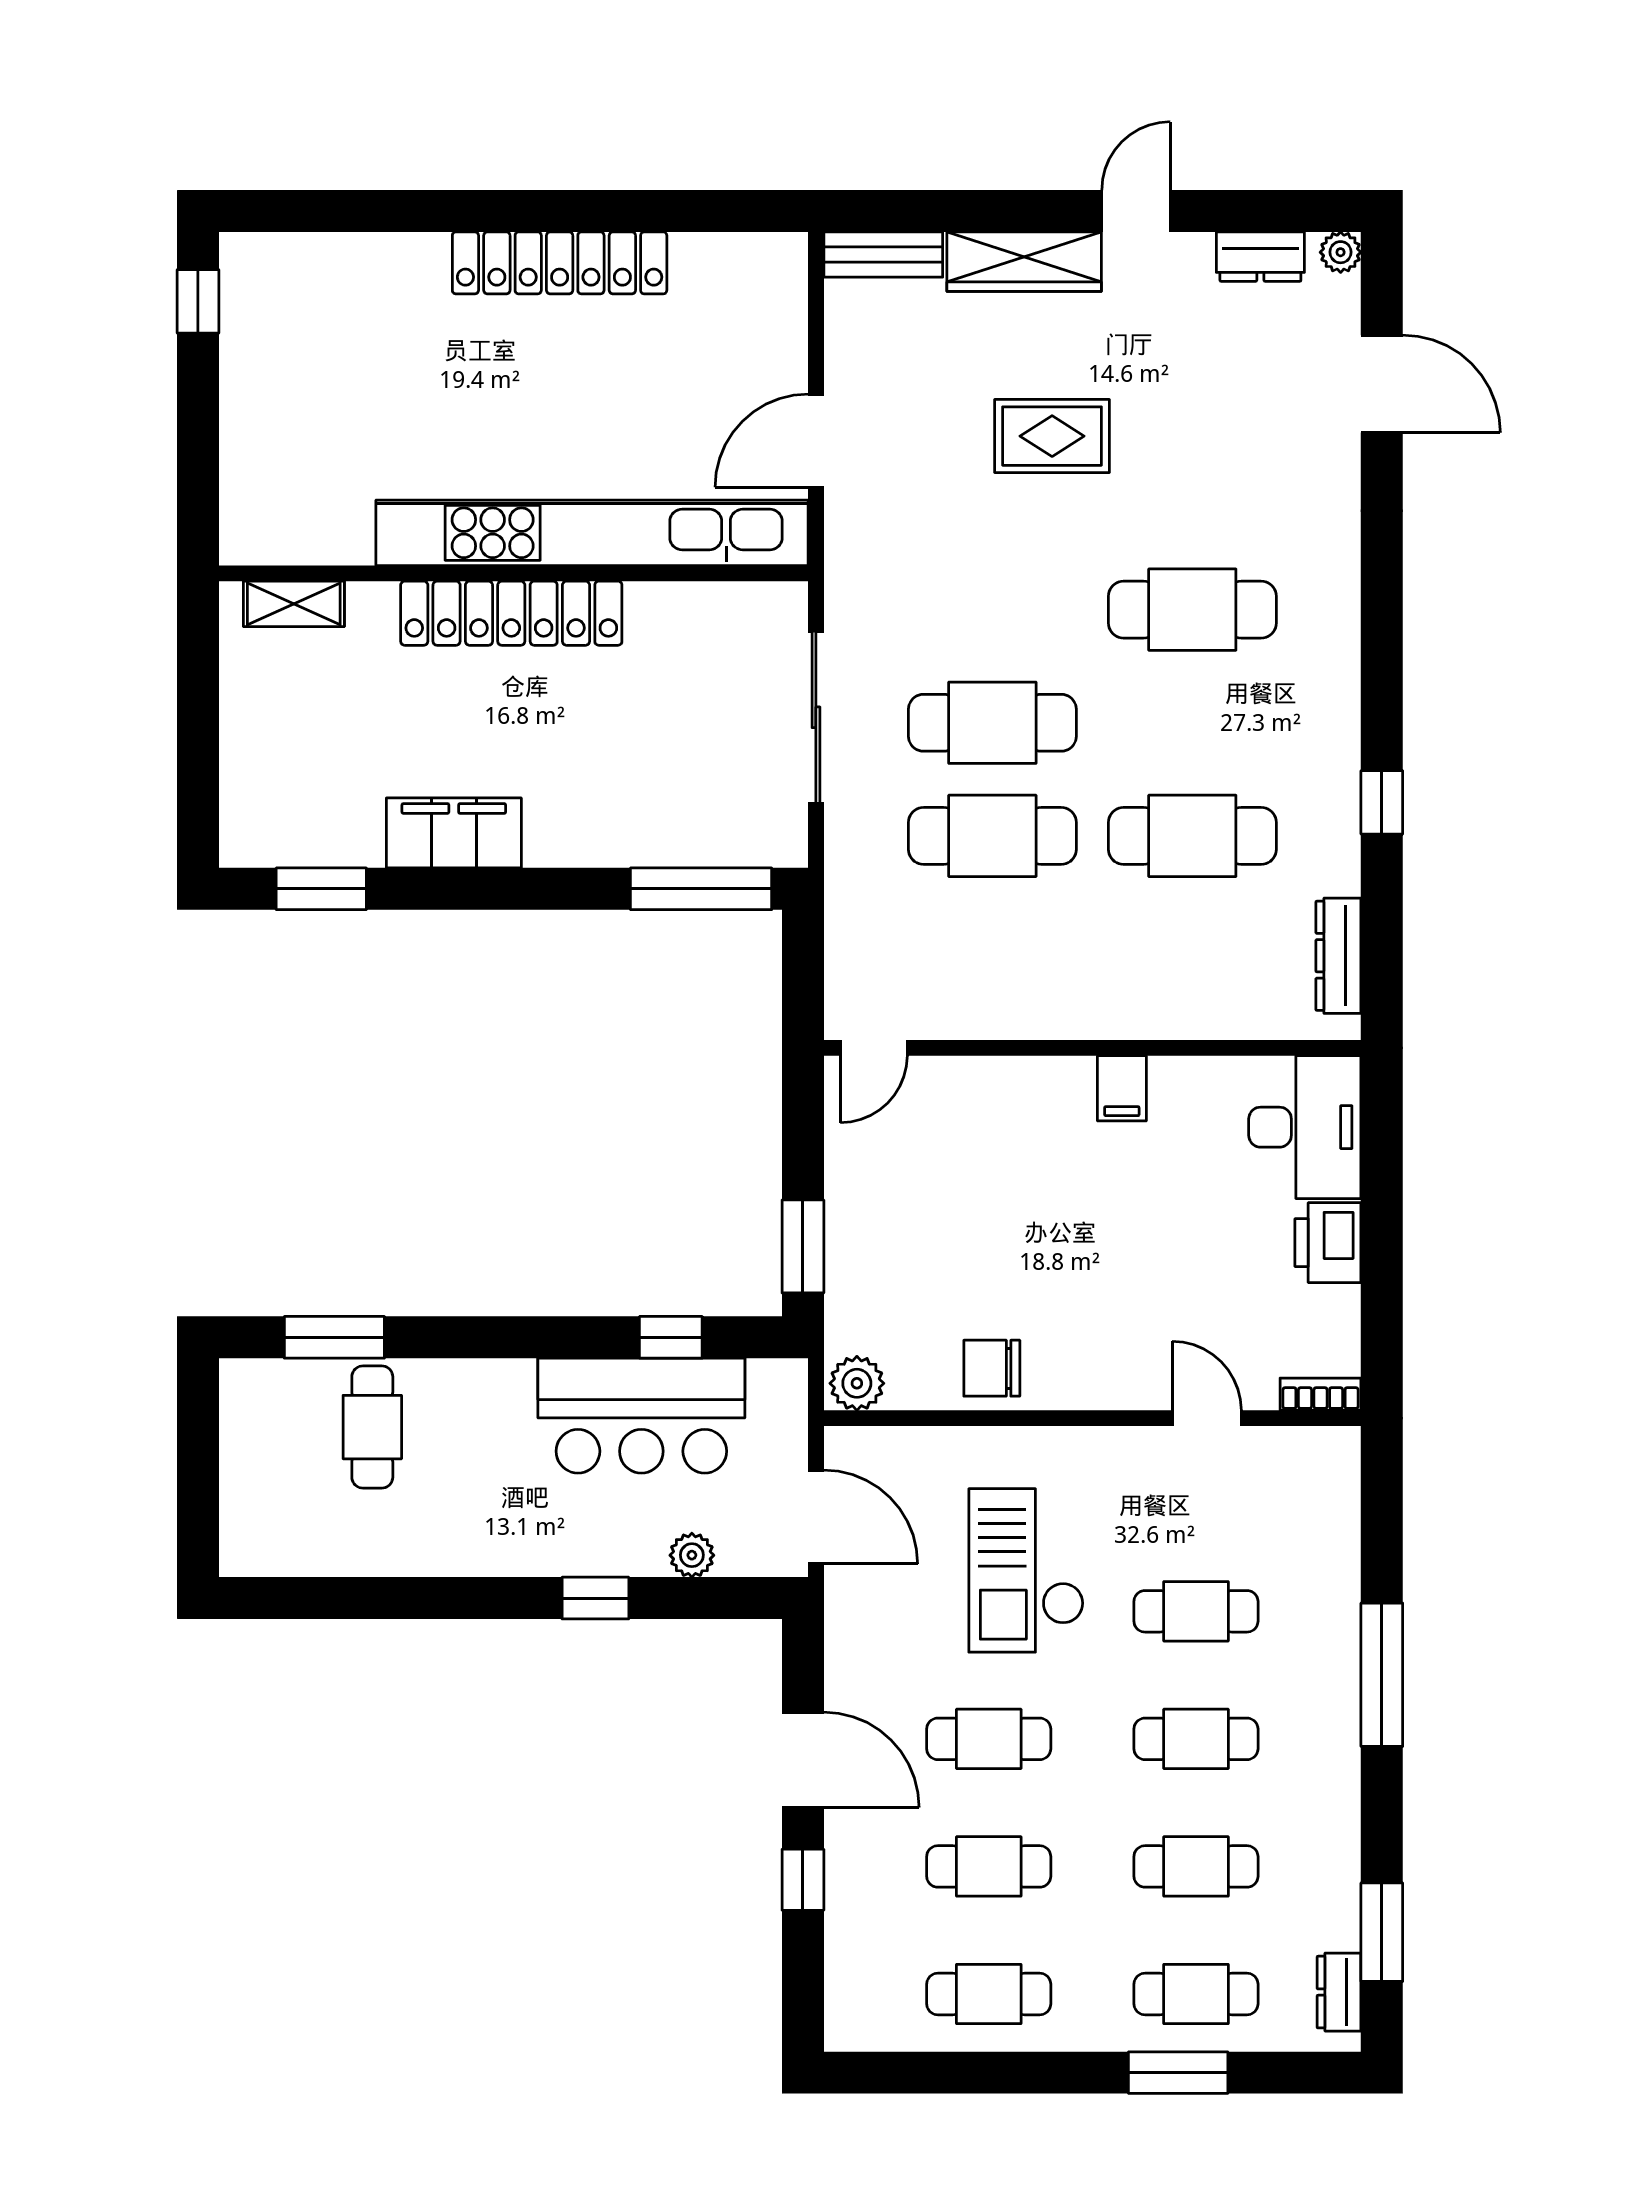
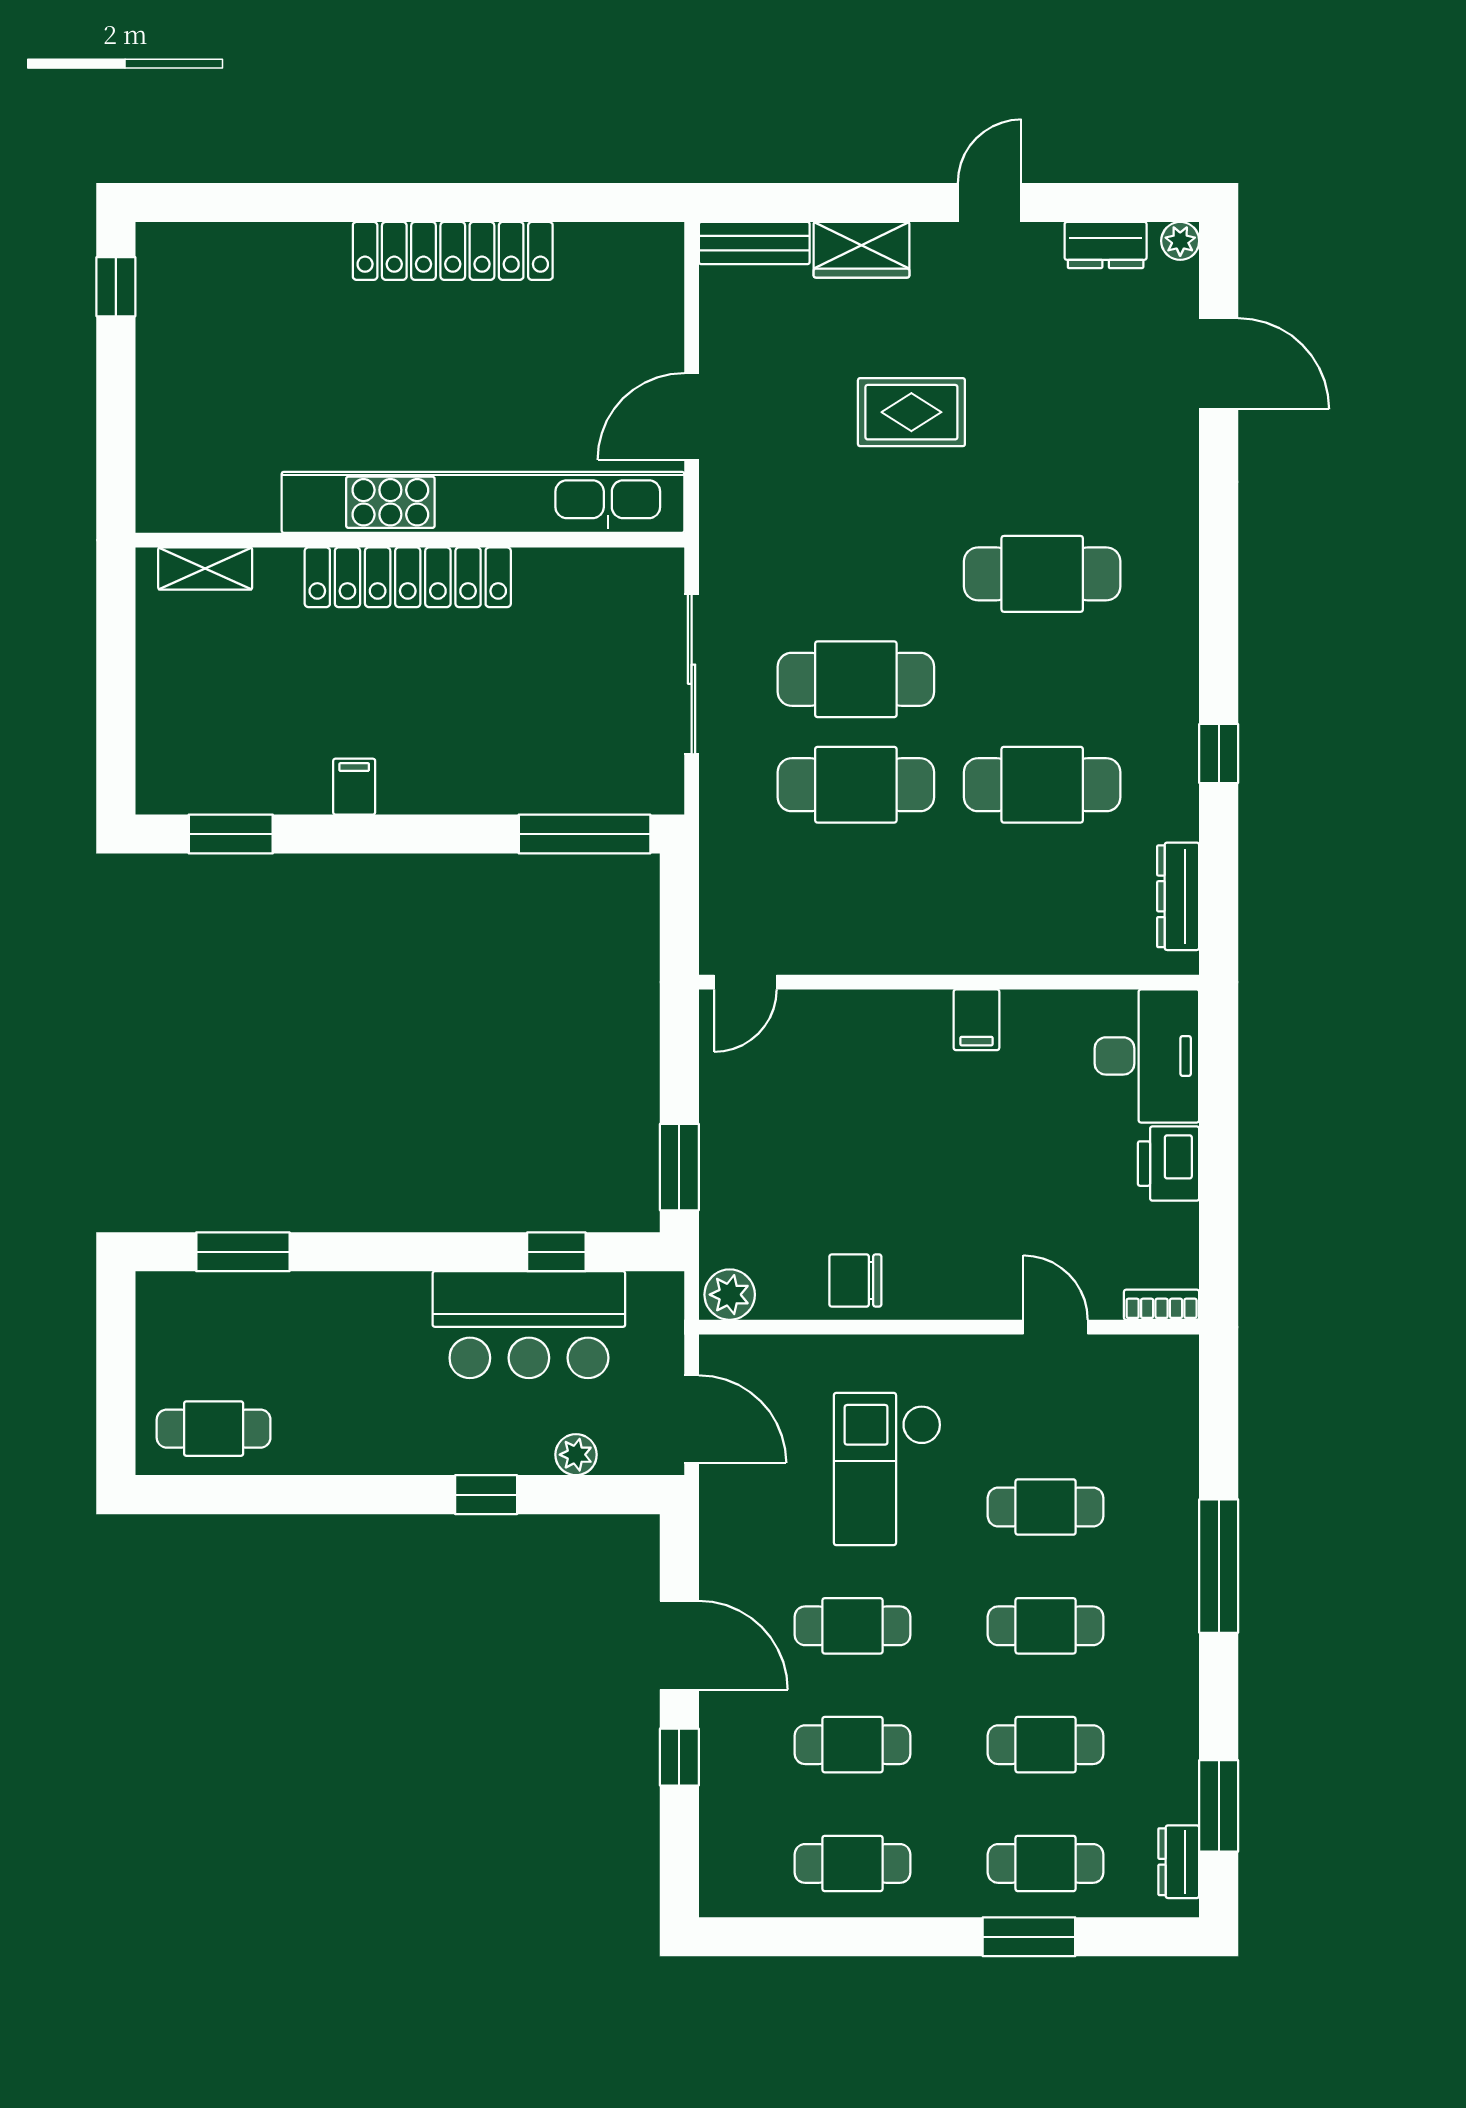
wardrobe: (1024, 262) -> (861, 250), width x0.67
filing cabinet: (454, 833) -> (354, 787), width x0.33, depth x0.86
cafe table: (372, 1427) -> (214, 1429), moved, turned 90

